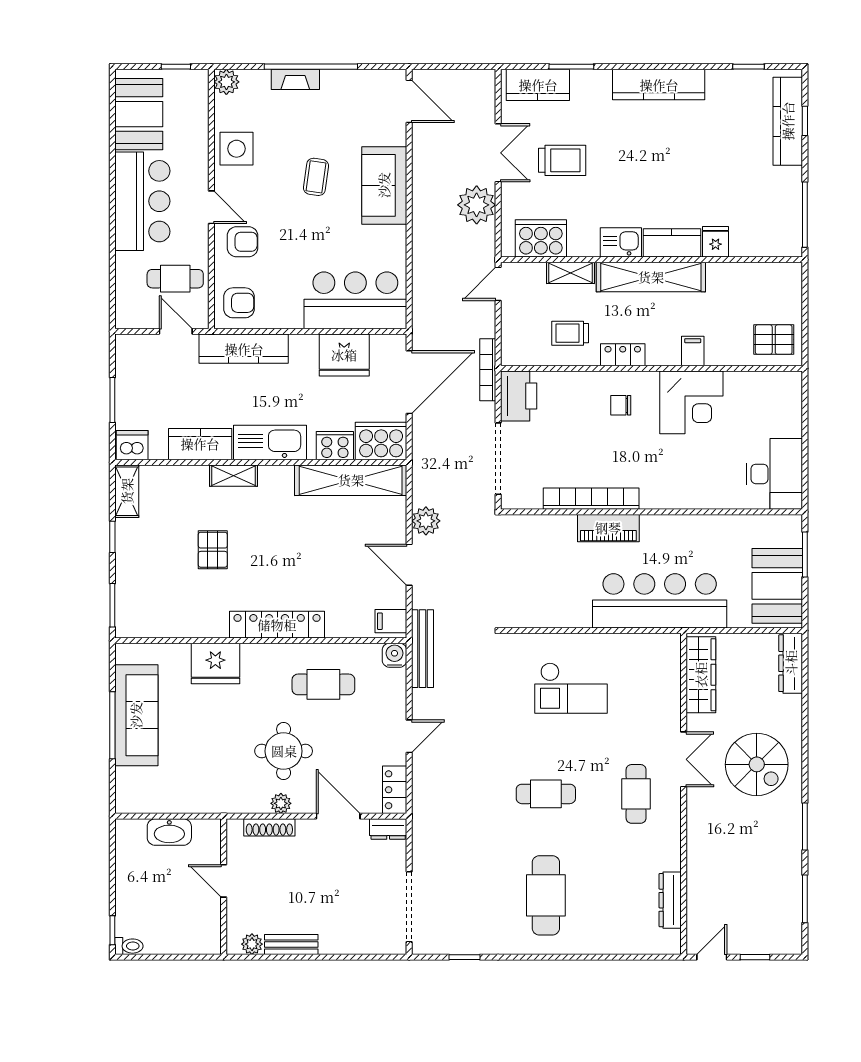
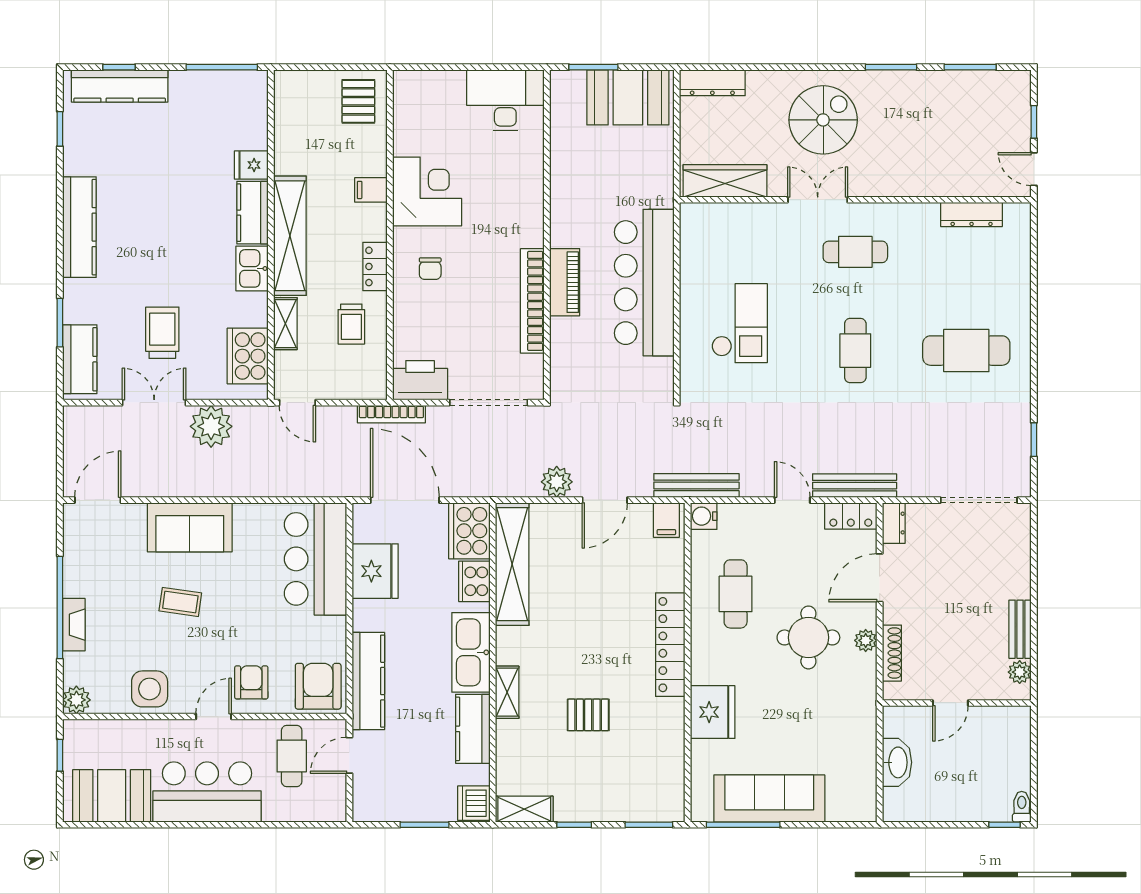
armchair: (239, 303) -> (318, 686), width x1.38, depth x1.38
bar counter: (660, 601) -> (644, 283), moved
window: (112, 725) -> (743, 825), moved
bench: (422, 793) -> (855, 486), added

